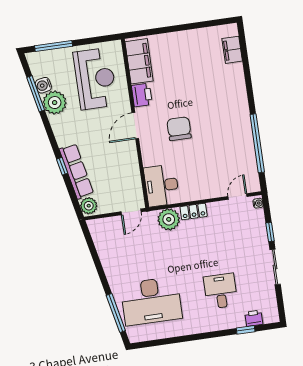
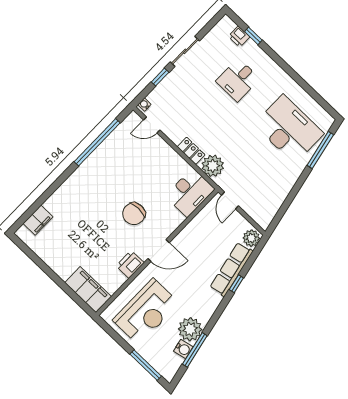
filing cabinet: (139, 61) -> (88, 290), moved, turned 90
reception desk: (95, 79) -> (146, 312), turned 180
door: (131, 212) -> (230, 201), swing flipped

